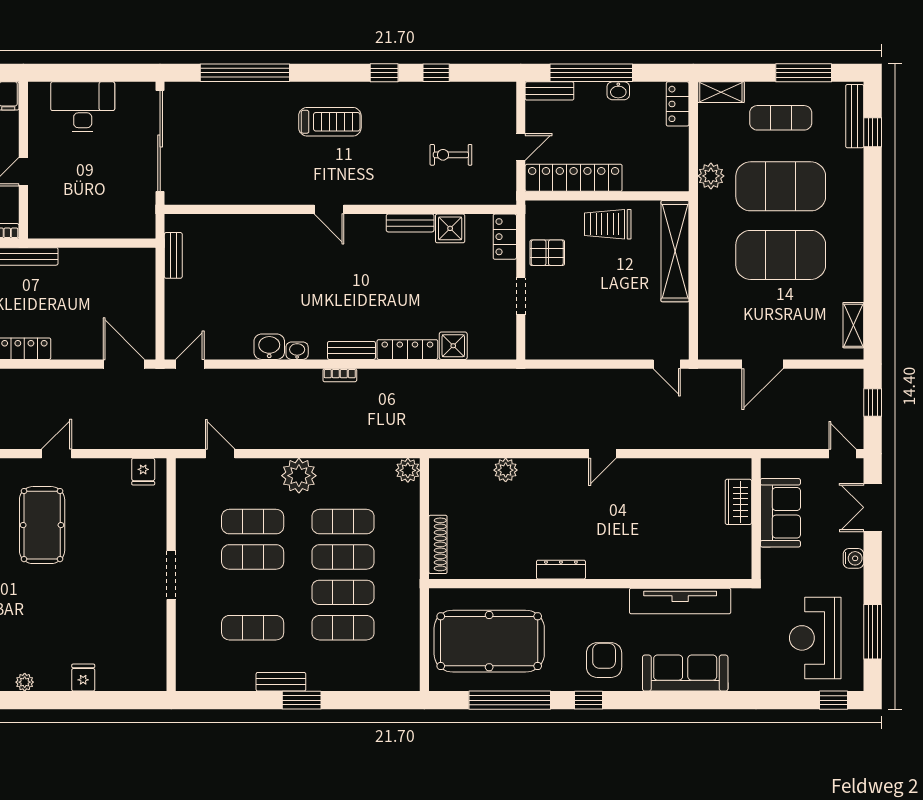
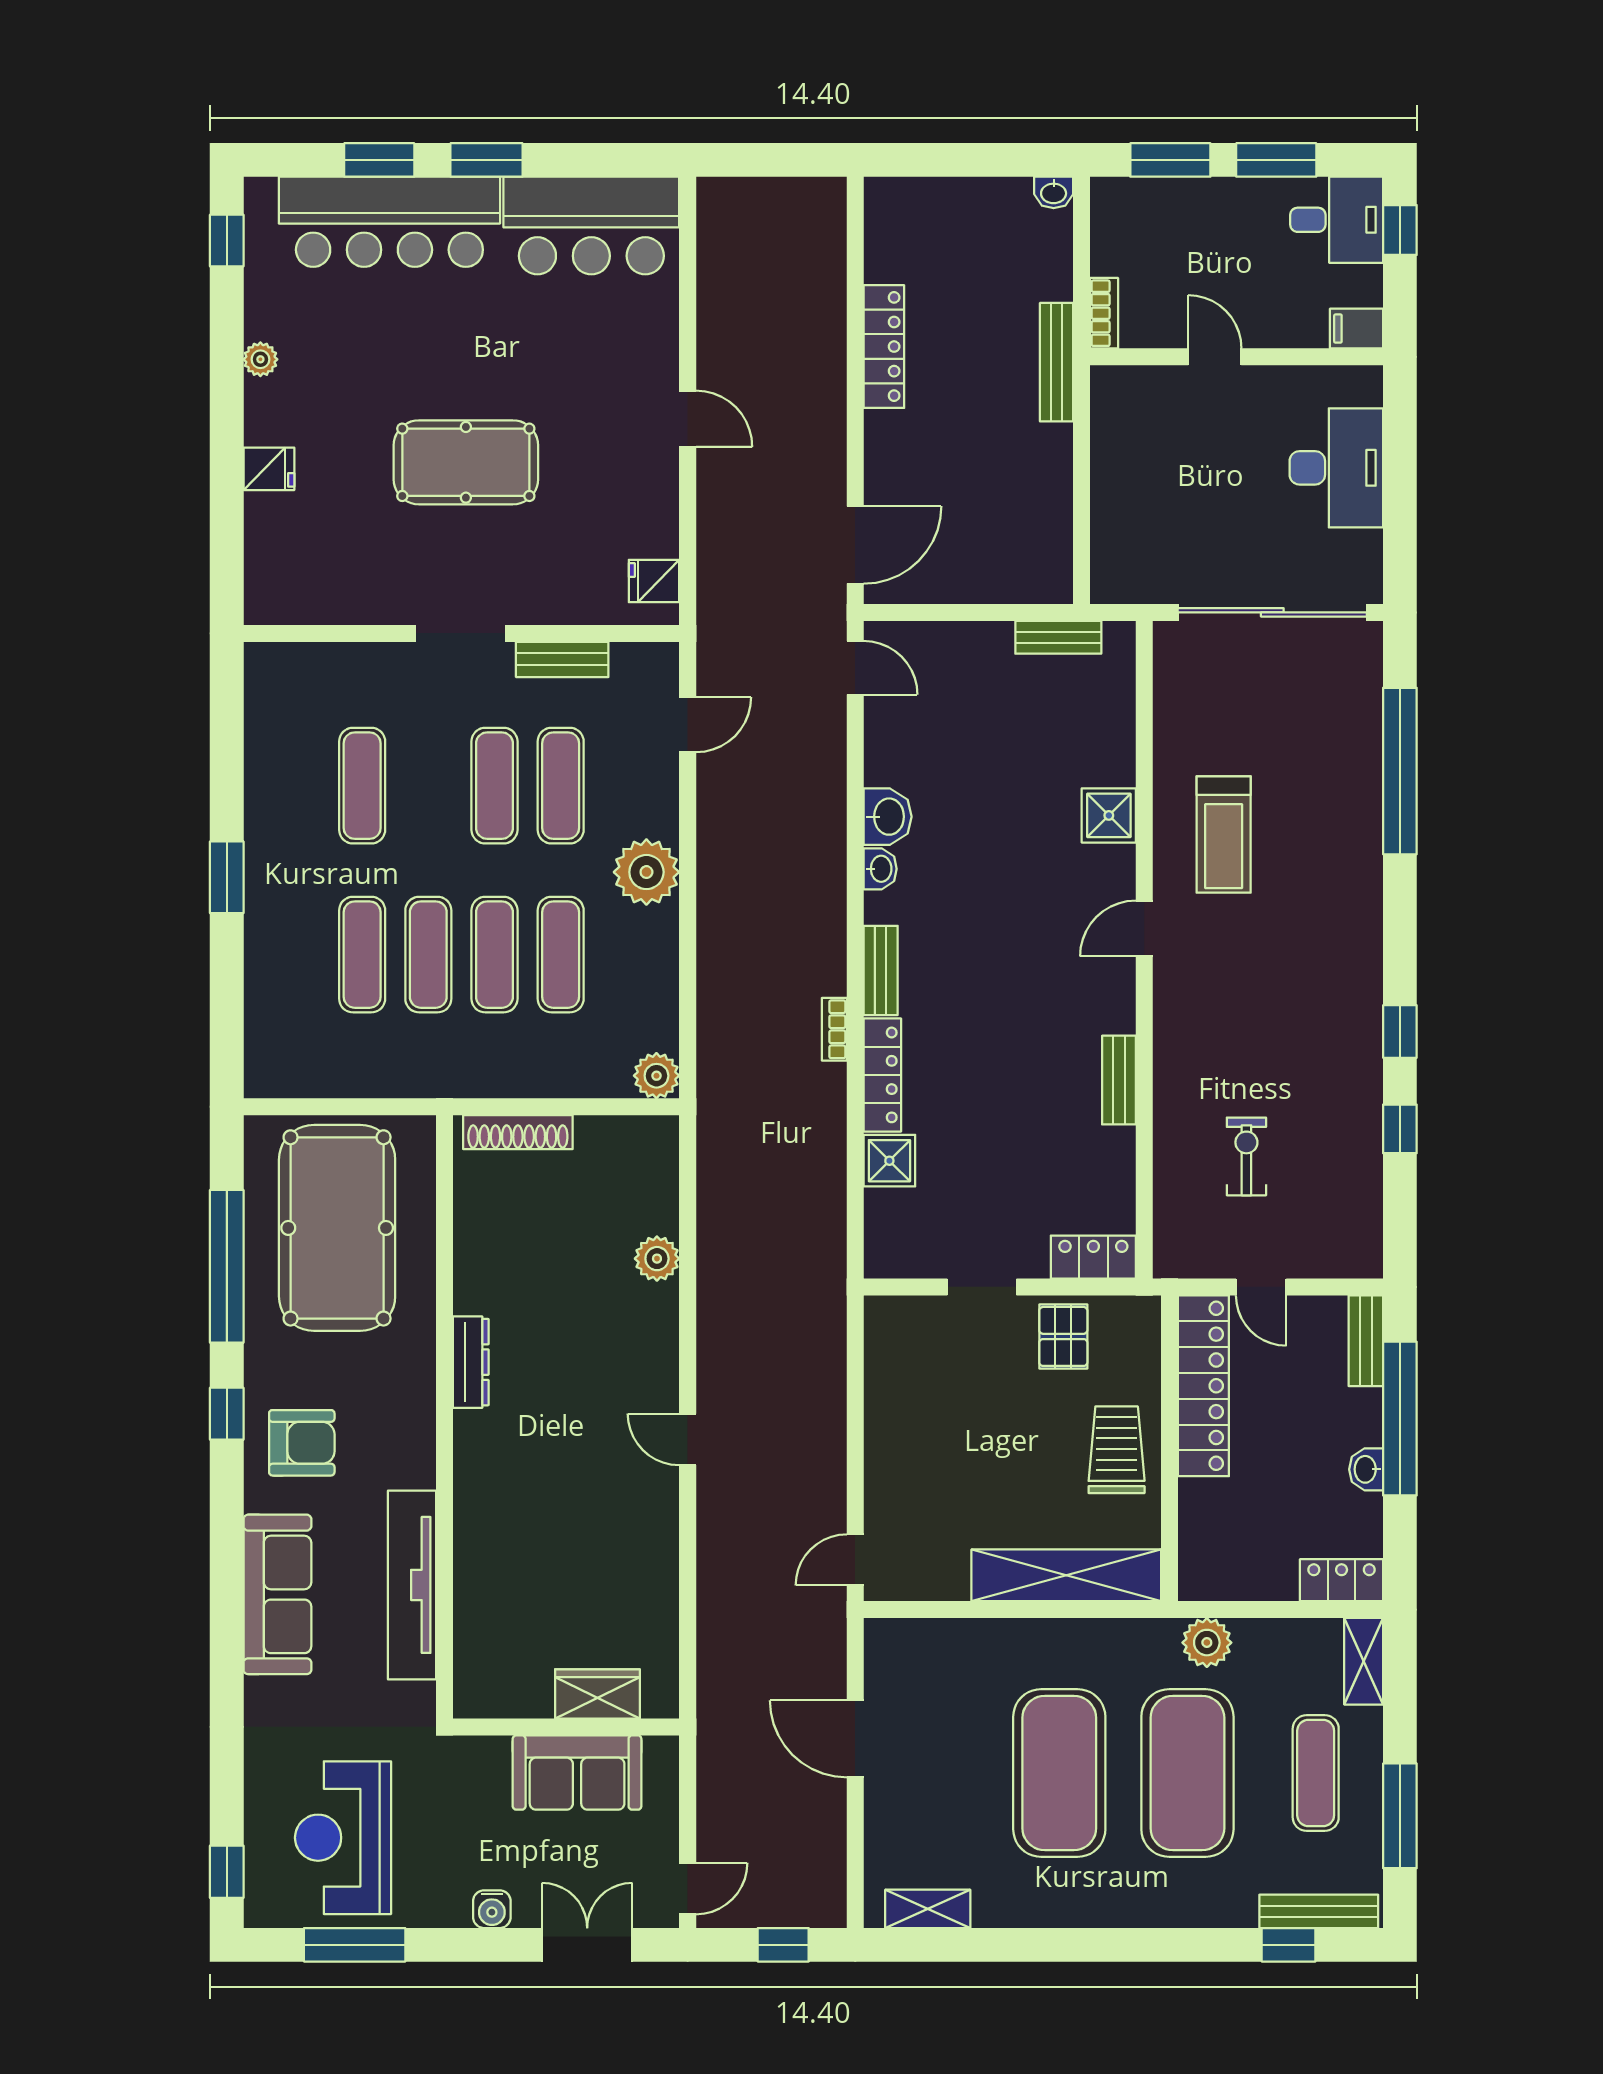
treadmill: (330, 122) -> (1224, 834), moved
shower: (450, 228) -> (1109, 815), moved
bookcase: (340, 375) -> (834, 1029), moved
pool table: (42, 525) -> (466, 462), moved
reception desk: (815, 638) -> (343, 1838), turned -90
bench: (281, 682) -> (562, 659), moved, turned 90

